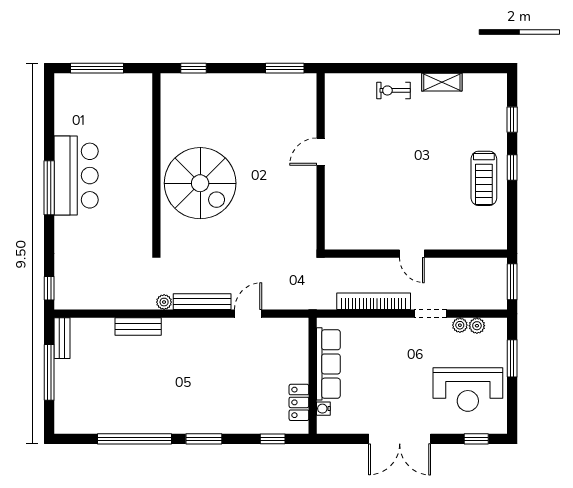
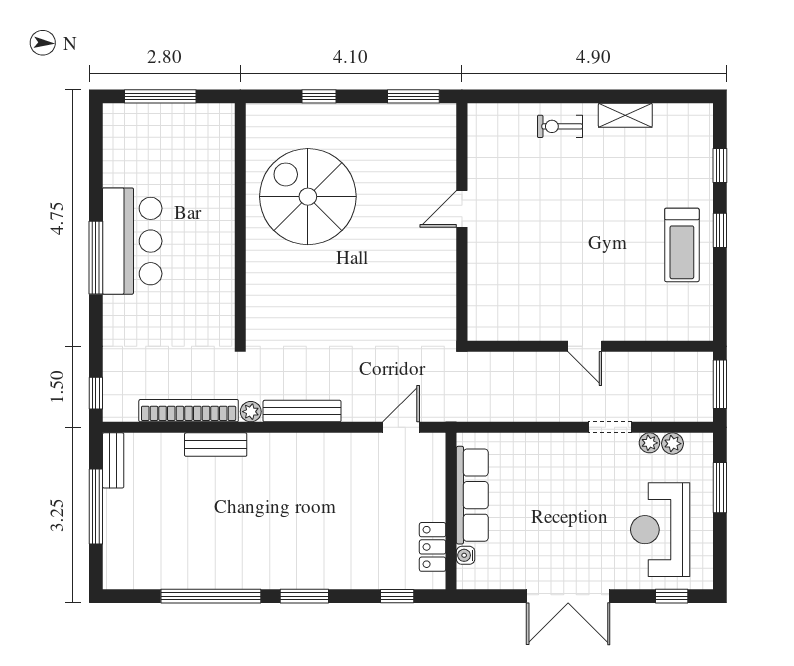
window: (193, 68) -> (319, 96), moved
spiral stairs: (200, 183) -> (308, 197), moved, turned 180
bookcase: (374, 301) -> (189, 411), moved
door: (248, 314) -> (401, 427), moved
reception desk: (468, 390) -> (660, 530), turned 90

